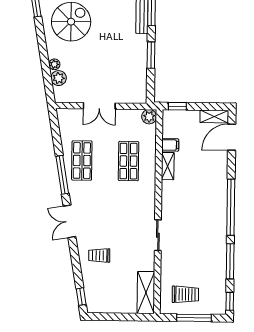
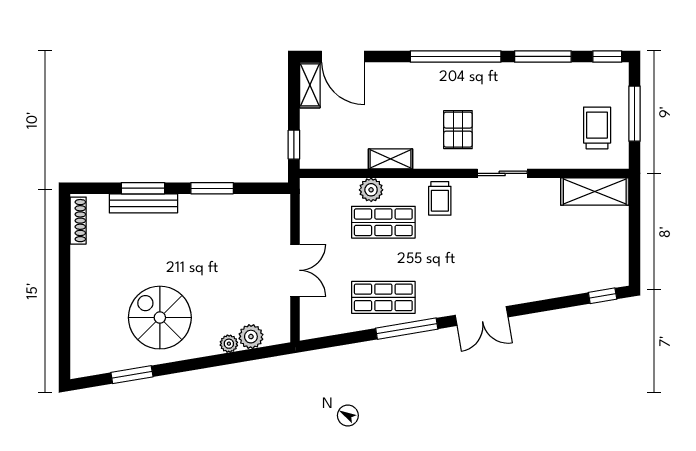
plant: (149, 117) -> (371, 190), moved
filing cabinet: (170, 145) -> (357, 155), removed
pallet: (185, 208) -> (458, 130), added
trolley: (99, 255) -> (440, 198), moved

